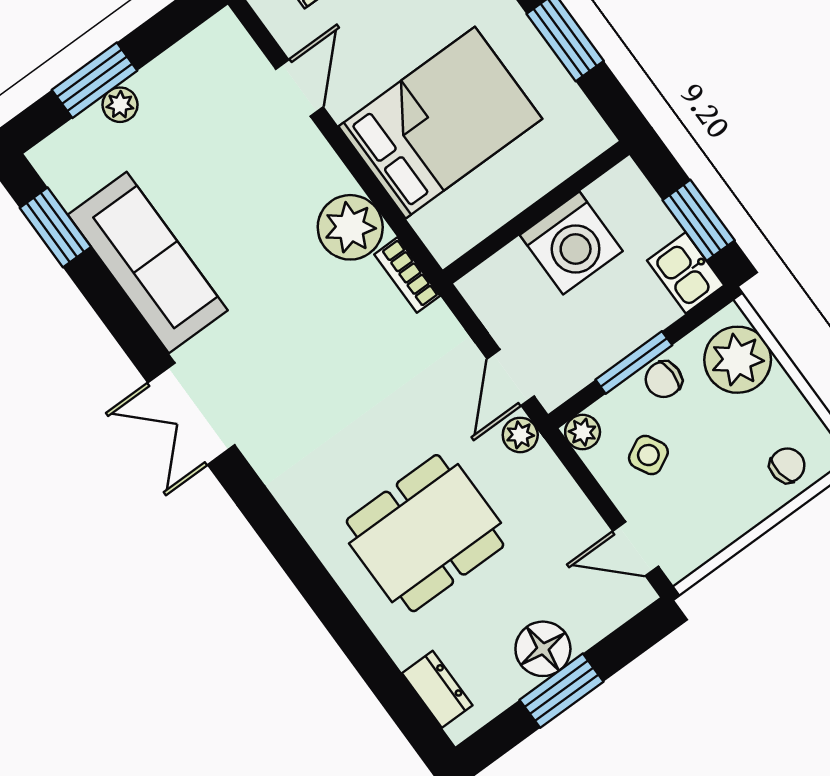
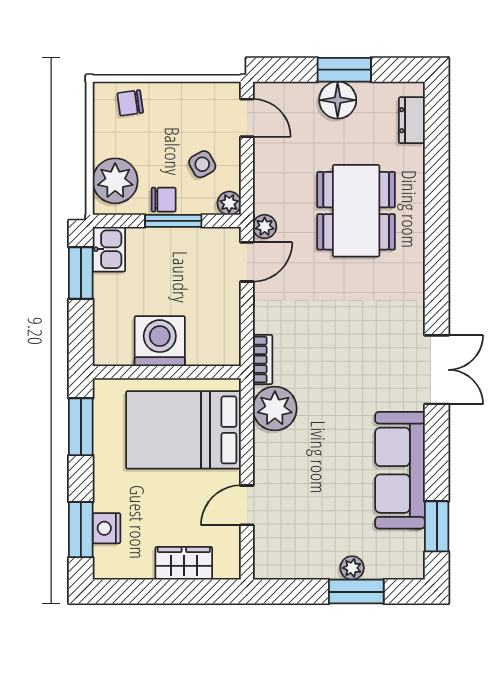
wall: (536, 212) -> (167, 372), moved
washing machine: (571, 243) -> (160, 341), moved
dining table: (425, 533) -> (356, 211), turned 90

